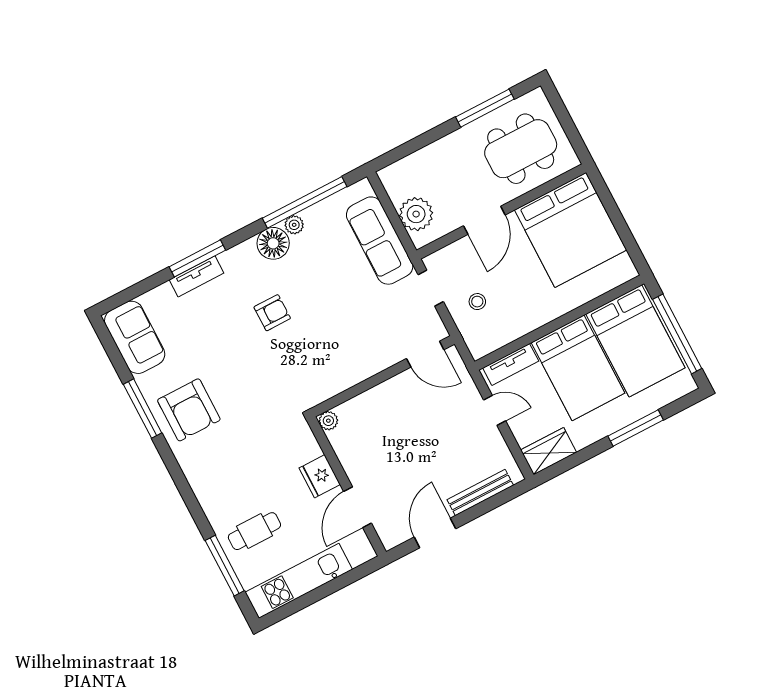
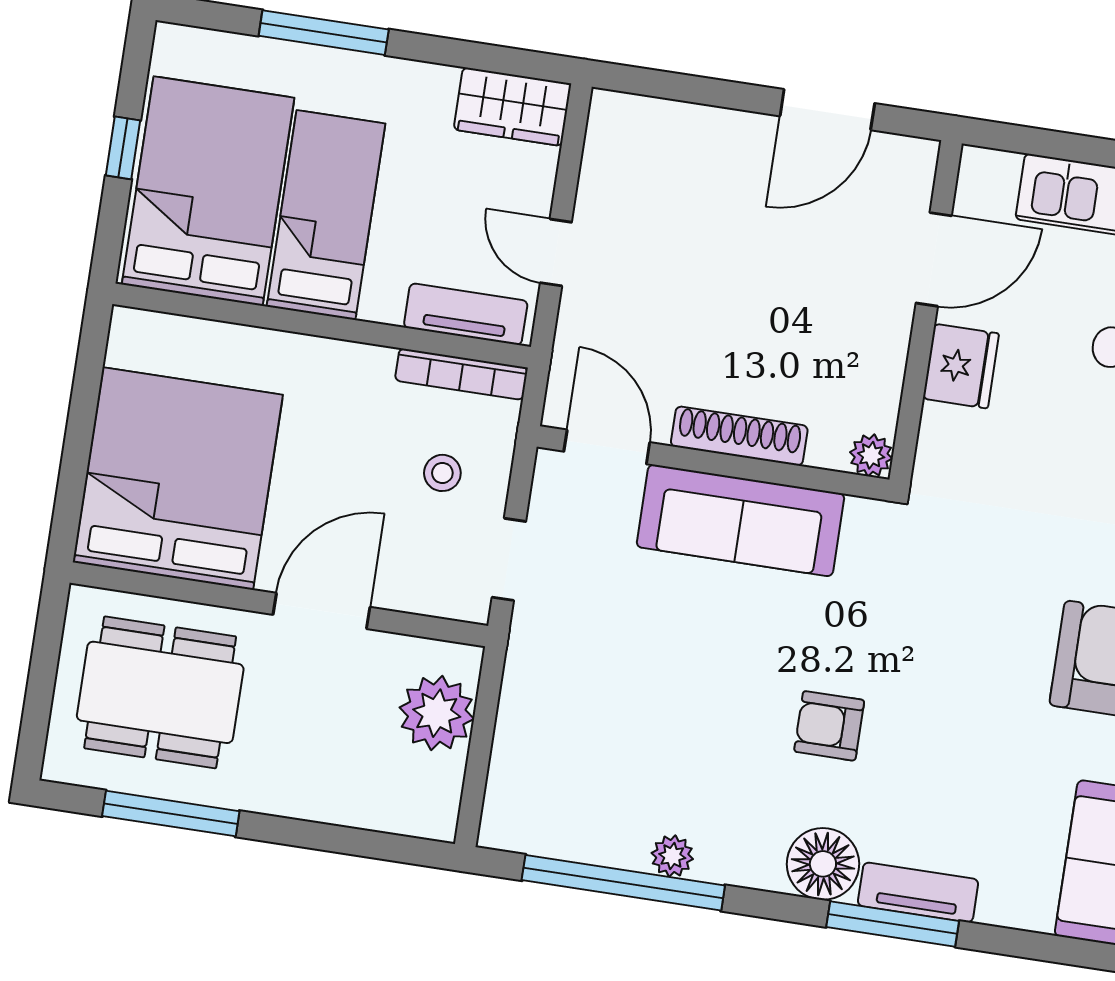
sofa: (380, 241) -> (741, 520), moved, turned 90
floor lamp: (273, 243) -> (823, 864), moved
window: (677, 334) -> (123, 148), width x0.32
bookcase: (497, 342) -> (461, 374), added
bed: (578, 368) -> (326, 215), width x0.67
shoe rack: (381, 393) -> (739, 436), added
bench: (480, 492) -> (691, 123), removed

